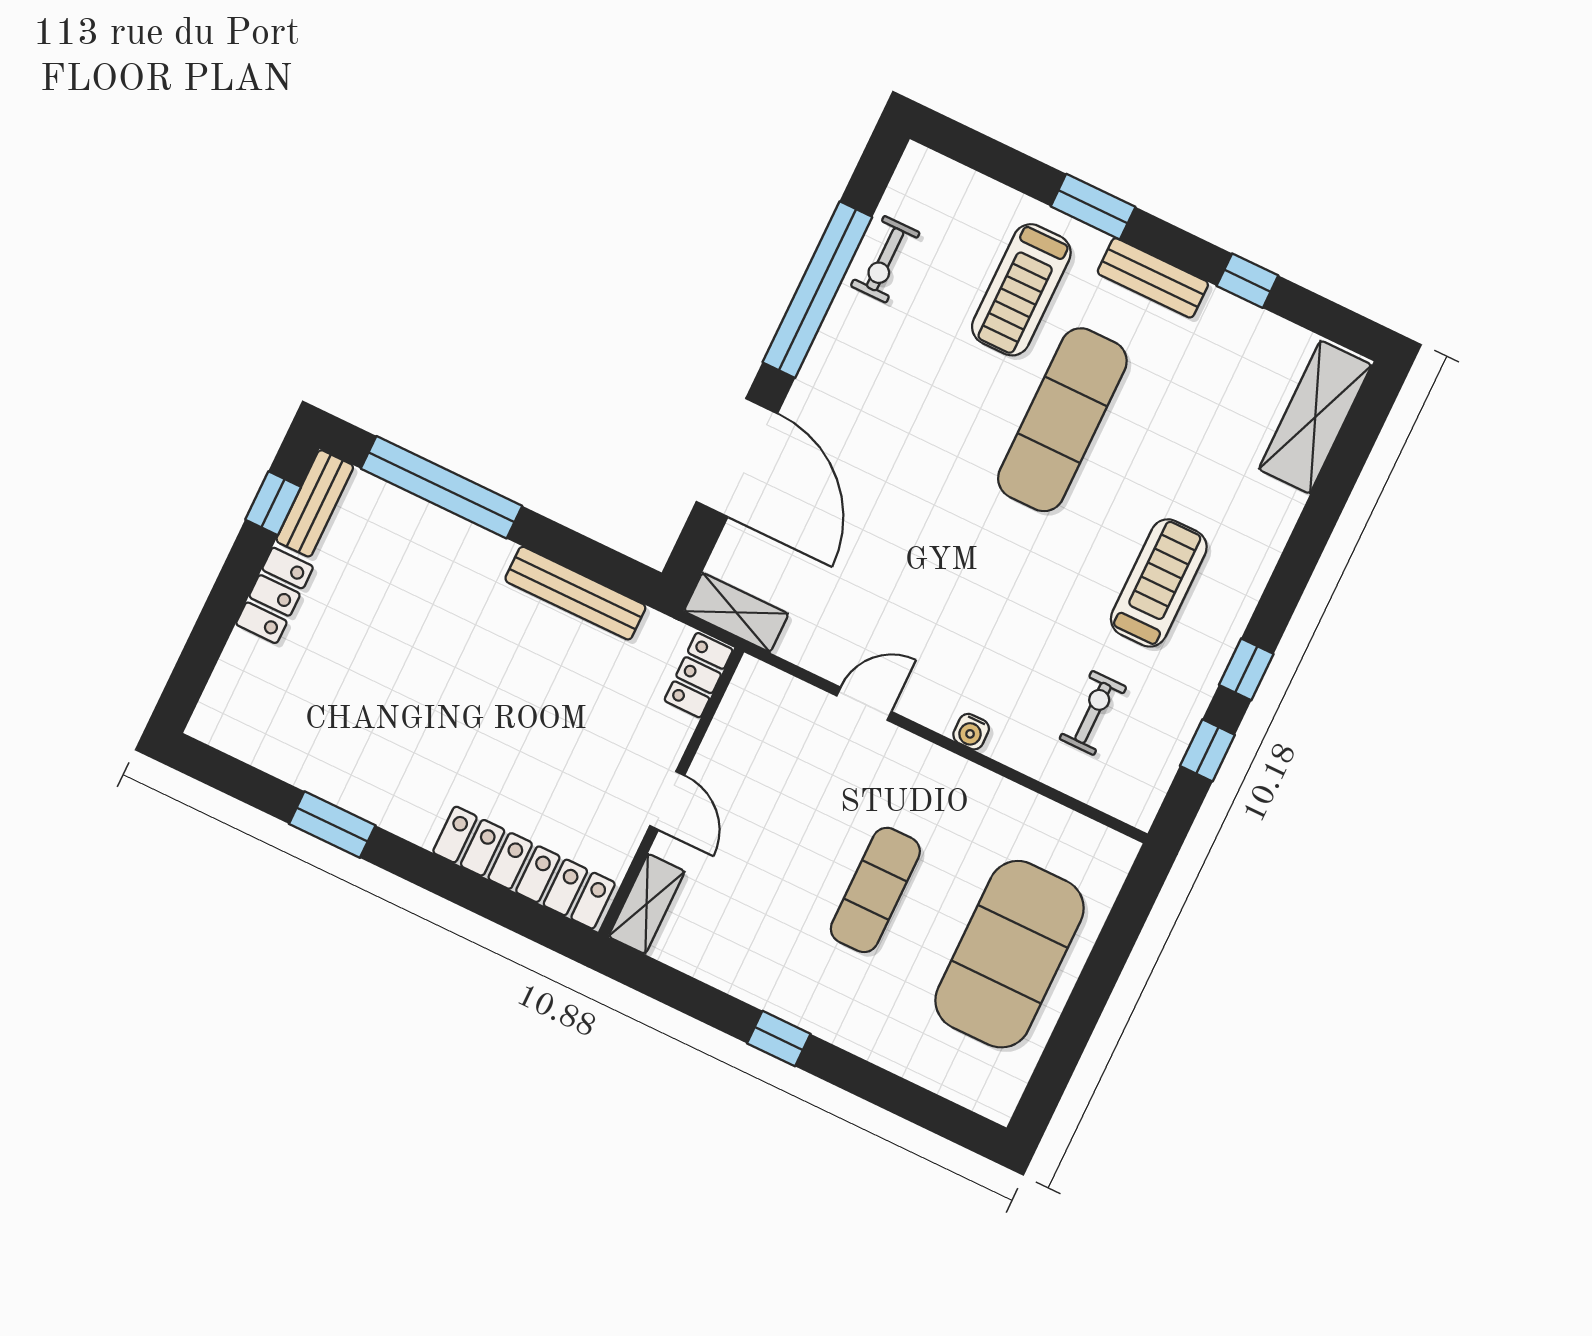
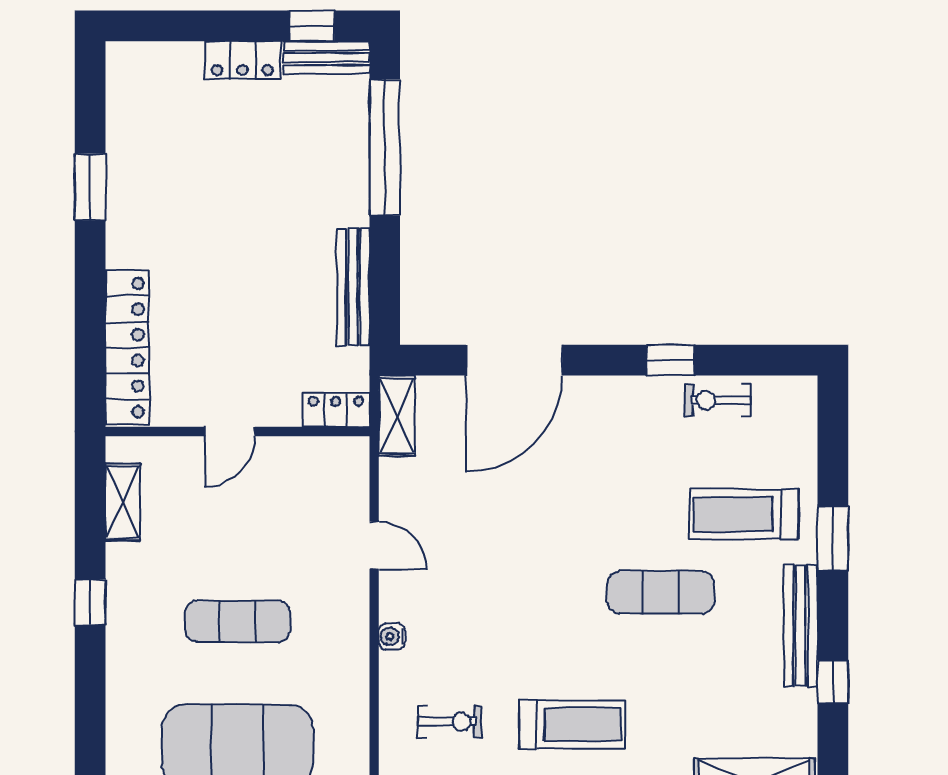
bench: (1153, 278) -> (801, 626), width x1.36
window: (817, 290) -> (670, 360), width x0.32
exercise mat: (1062, 420) -> (661, 592), width x0.73, depth x0.69
shelving: (647, 904) -> (123, 502), moved, turned 90

